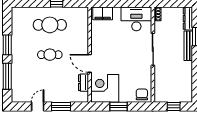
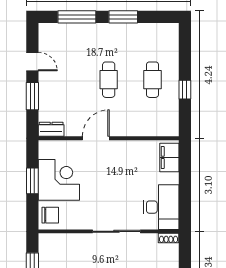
cafe table: (50, 25) -> (152, 80), width x0.73, depth x0.74
dresser: (84, 83) -> (51, 129), moved
corner desk: (105, 88) -> (59, 180), moved

